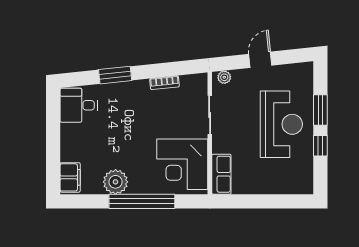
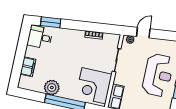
door: (260, 60) -> (143, 33), moved
window: (115, 75) -> (51, 22), moved
filing cabinet: (70, 177) -> (28, 67), moved

